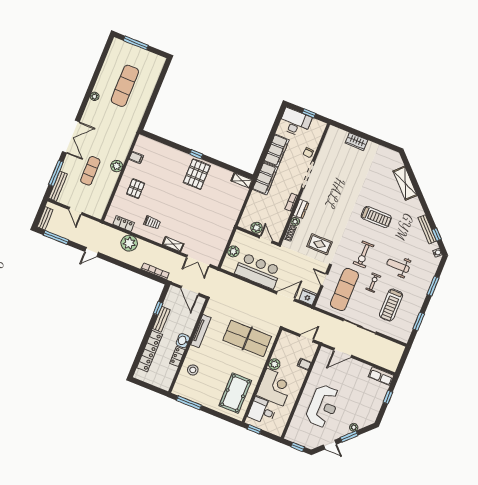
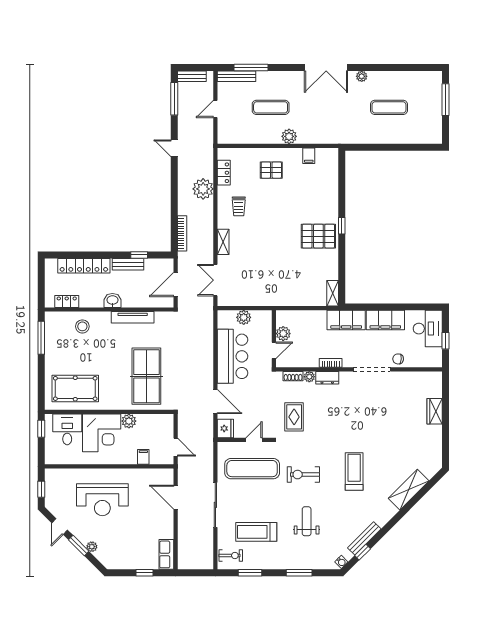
exercise mat: (125, 86) -> (389, 107), width x0.73, depth x0.69
double door: (71, 137) -> (326, 67), moved
treadmill: (376, 217) -> (354, 471), turned 180
exercise bike: (373, 283) -> (231, 555), moved
locker: (177, 356) -> (67, 301), moved

